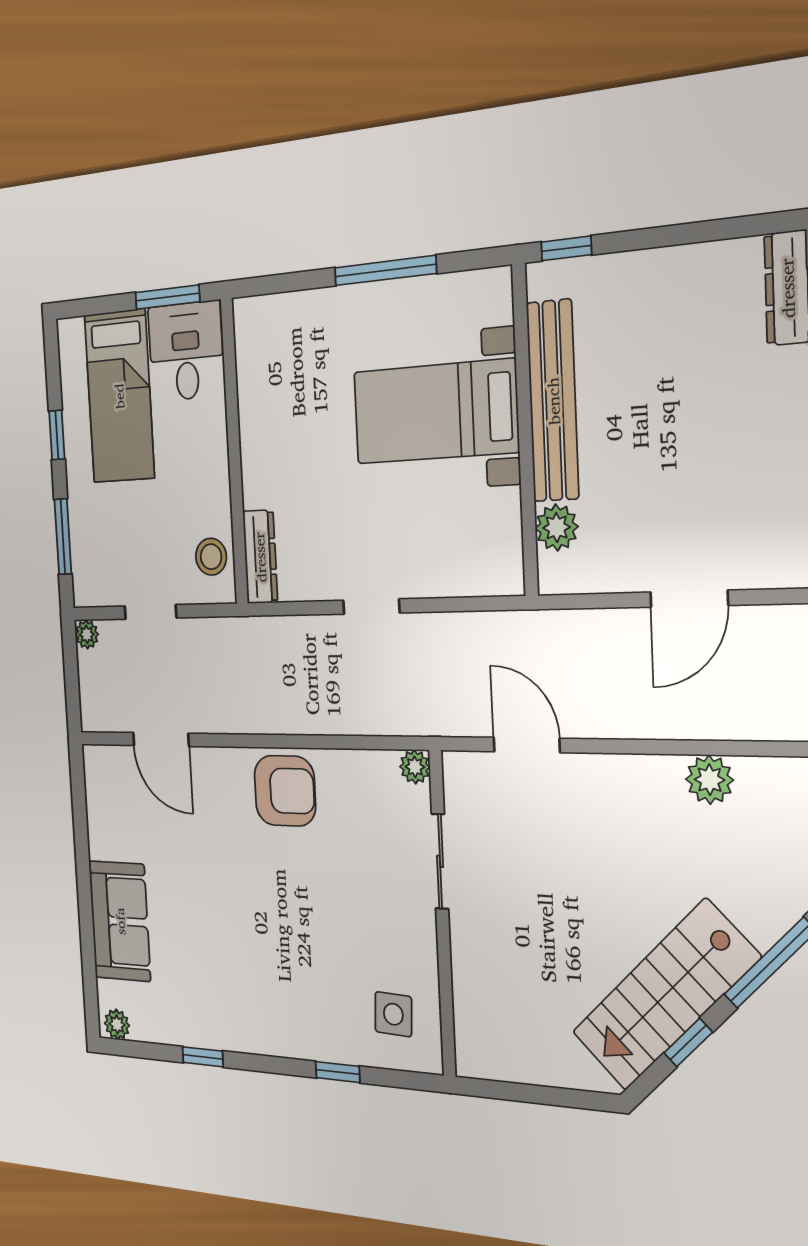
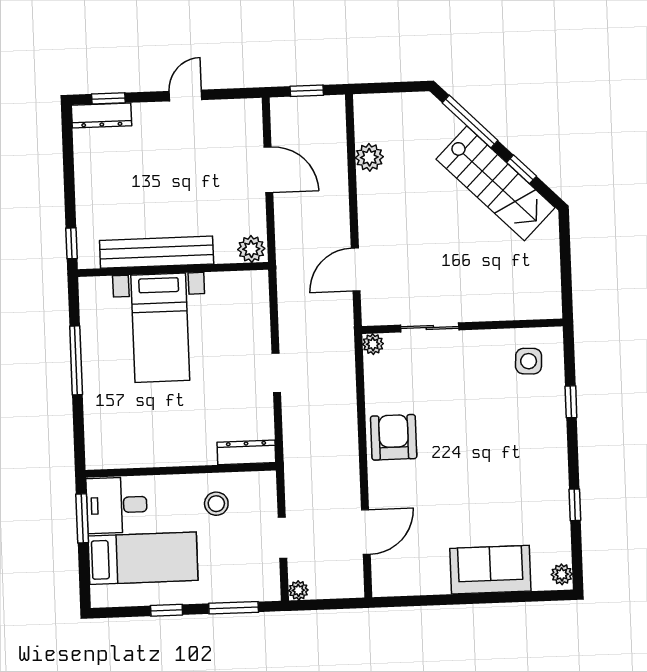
plant: (557, 527) -> (251, 249), moved
stool: (211, 557) -> (216, 504), moved

